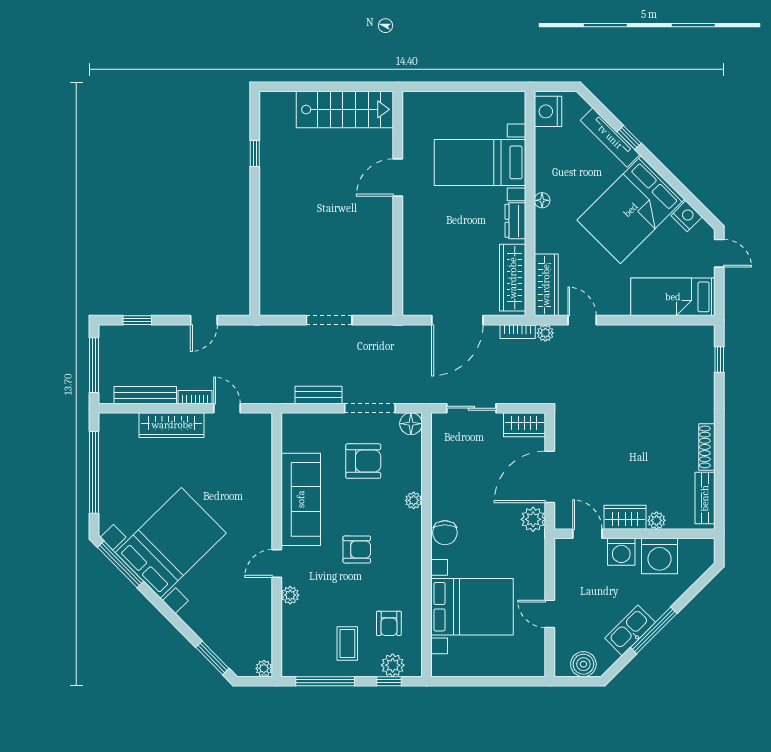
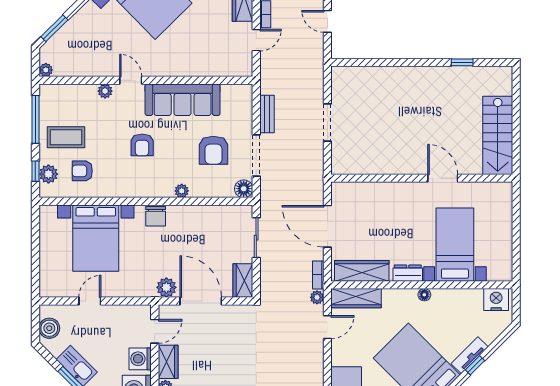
tv unit: (610, 137) -> (470, 355), width x0.71
chair: (445, 533) -> (156, 216), turned -90
coffee table: (347, 644) -> (66, 137), width x1.36, depth x1.30

